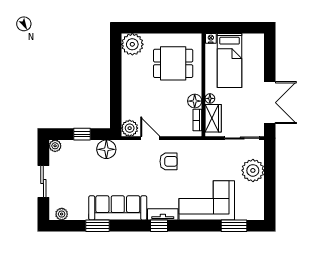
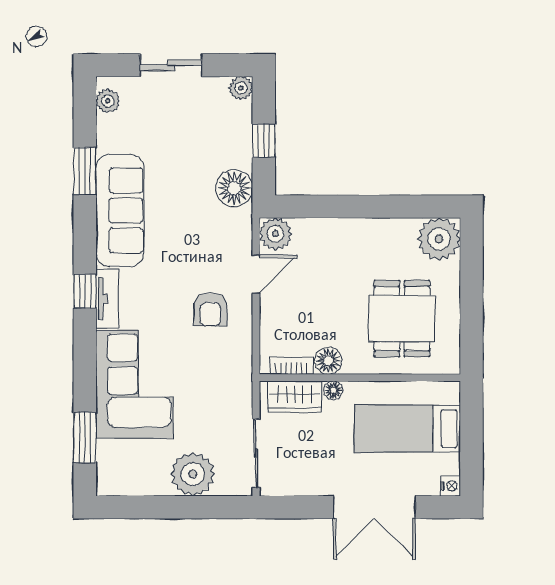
nightstand: (211, 38) -> (451, 486), moved
double door: (270, 103) -> (374, 507), moved

